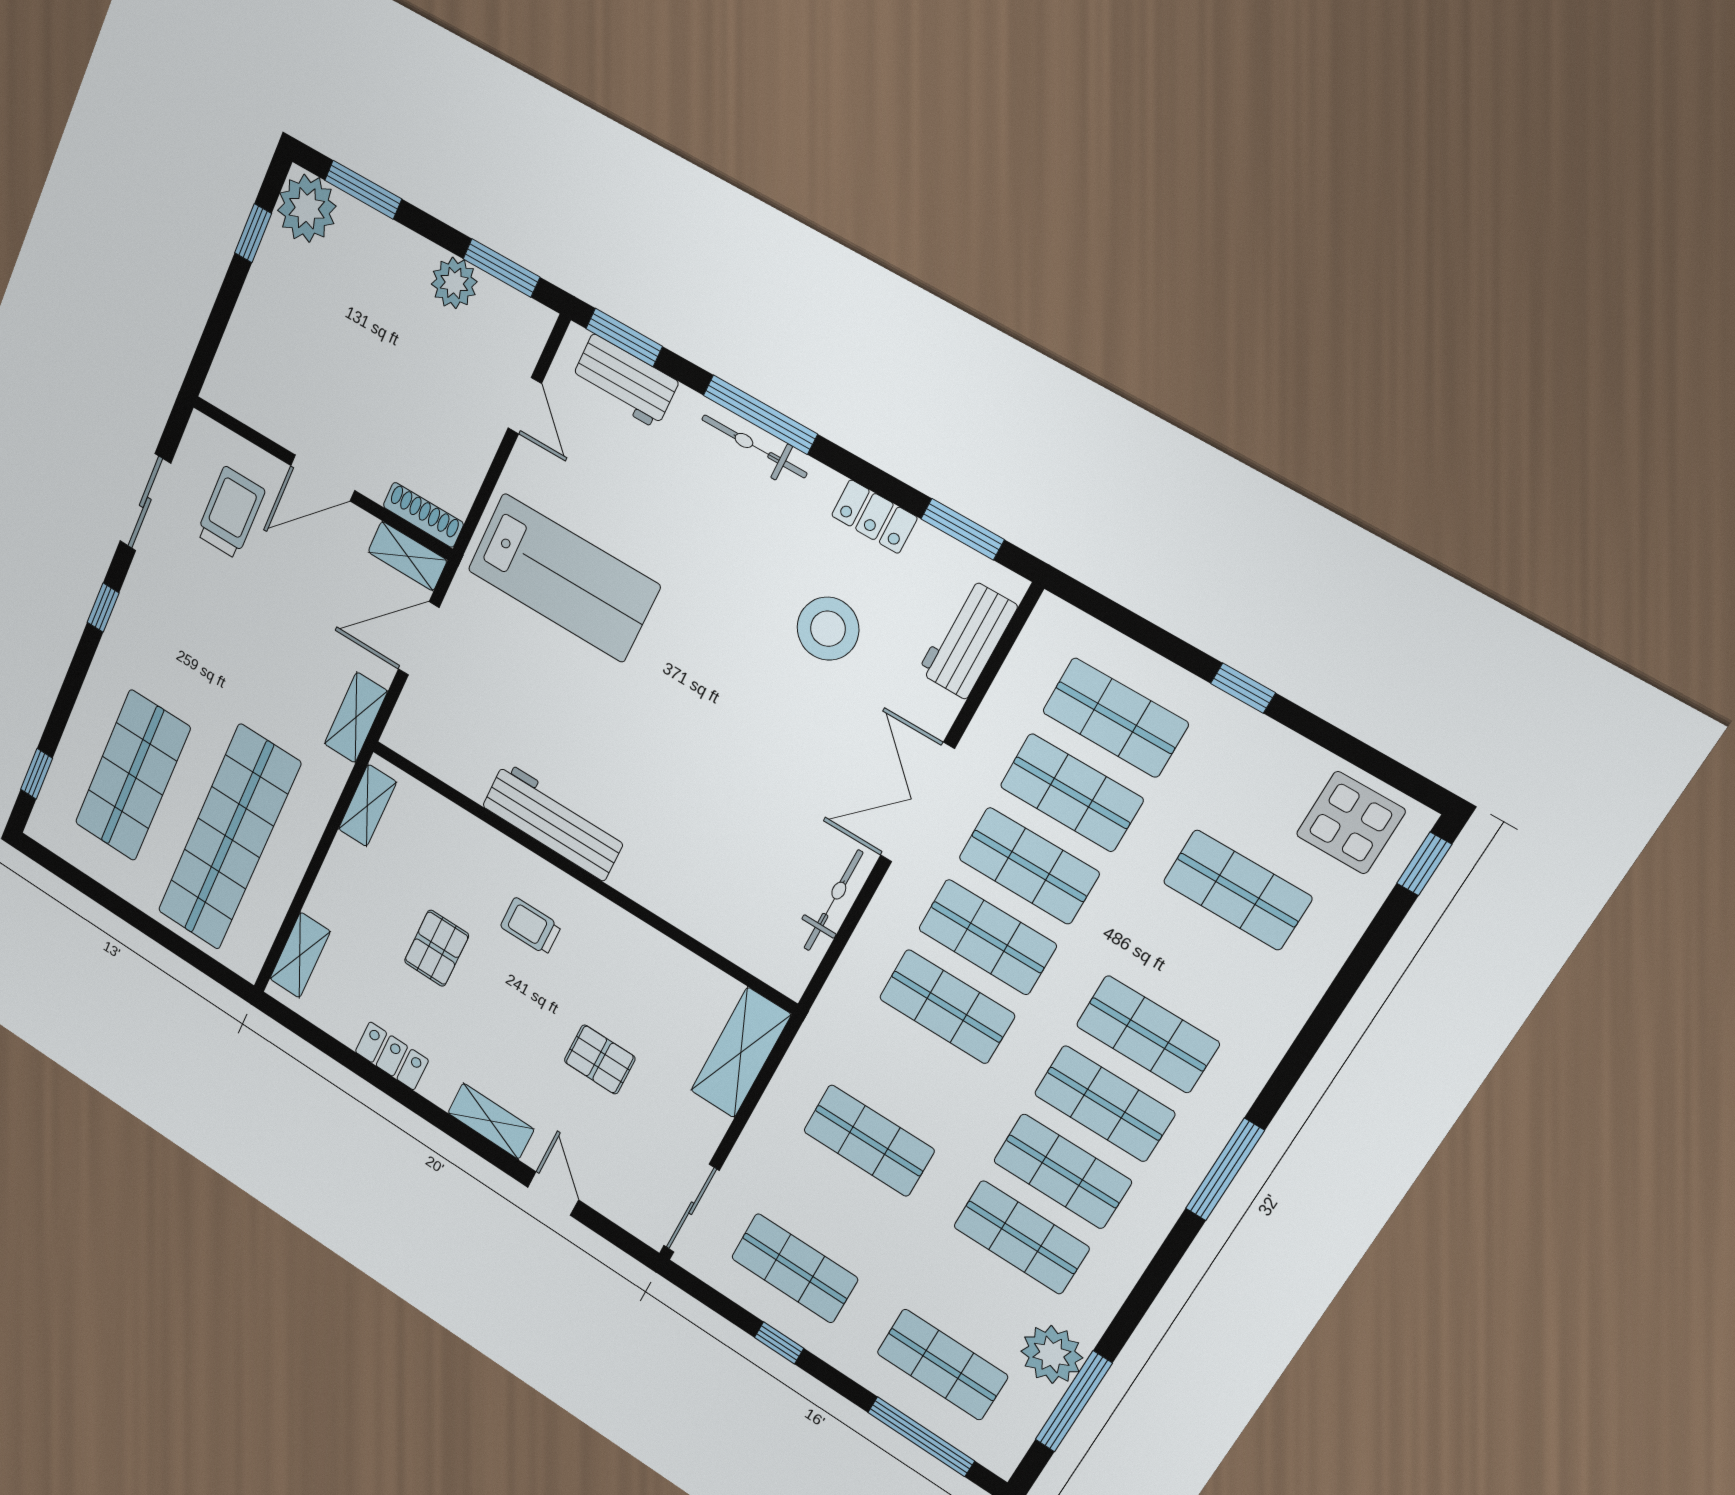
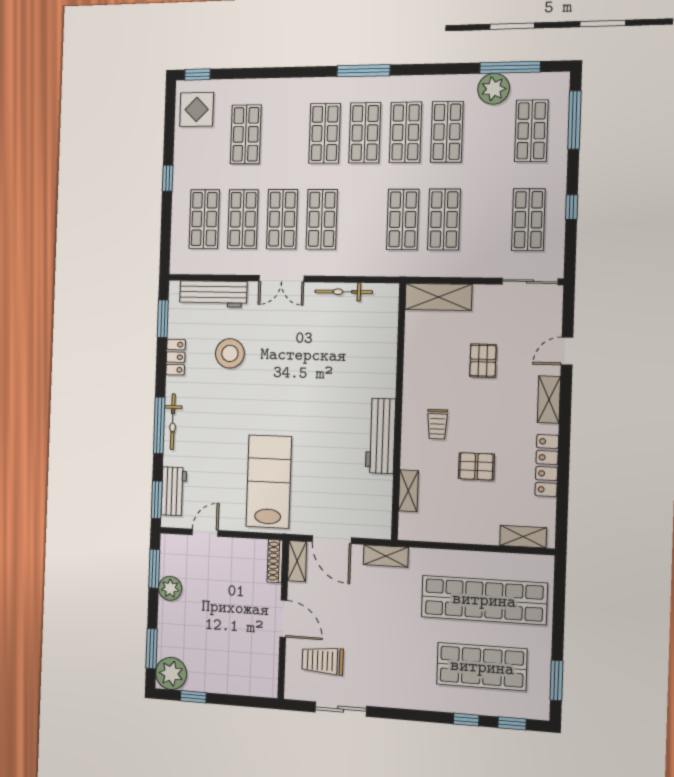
window: (103, 608) -> (466, 720), moved
workbench: (968, 639) -> (213, 294), width x1.37
double door: (917, 803) -> (281, 279), width x0.73
shelving: (367, 806) -> (408, 491), moved, turned 90
window: (75, 878) -> (556, 680), added
shop shelf: (947, 1007) -> (403, 219), moved
locker: (392, 1056) -> (547, 465), width x1.53

